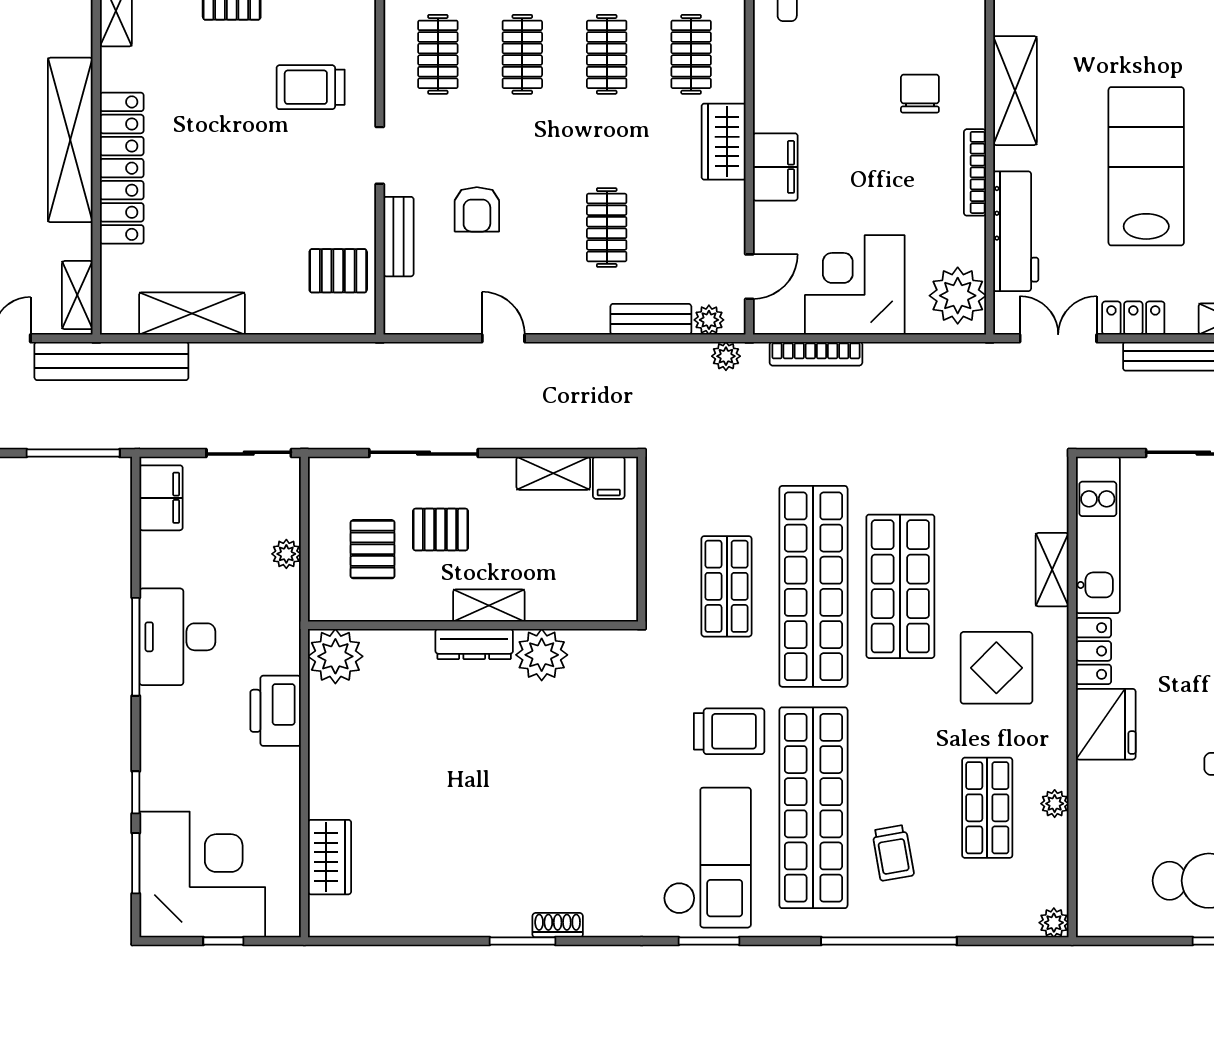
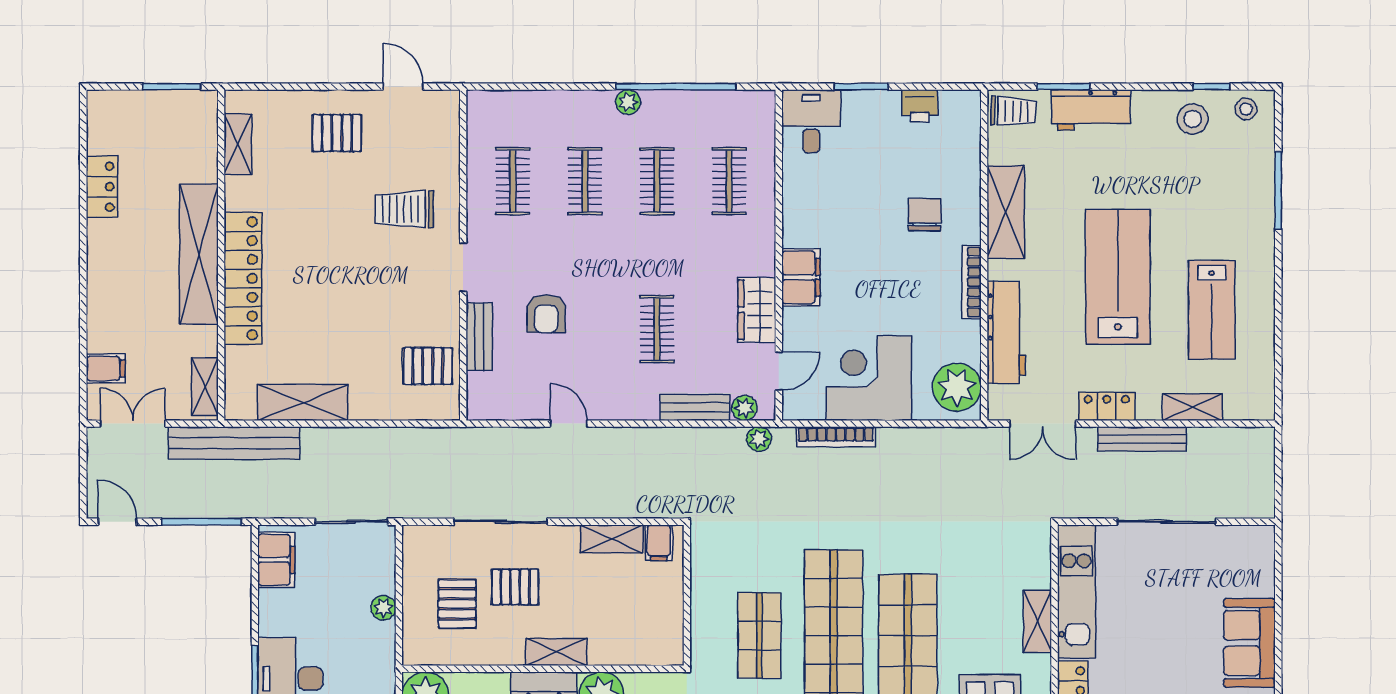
wardrobe: (724, 142) -> (757, 310), moved
double door: (1058, 338) -> (1043, 424), swing flipped

